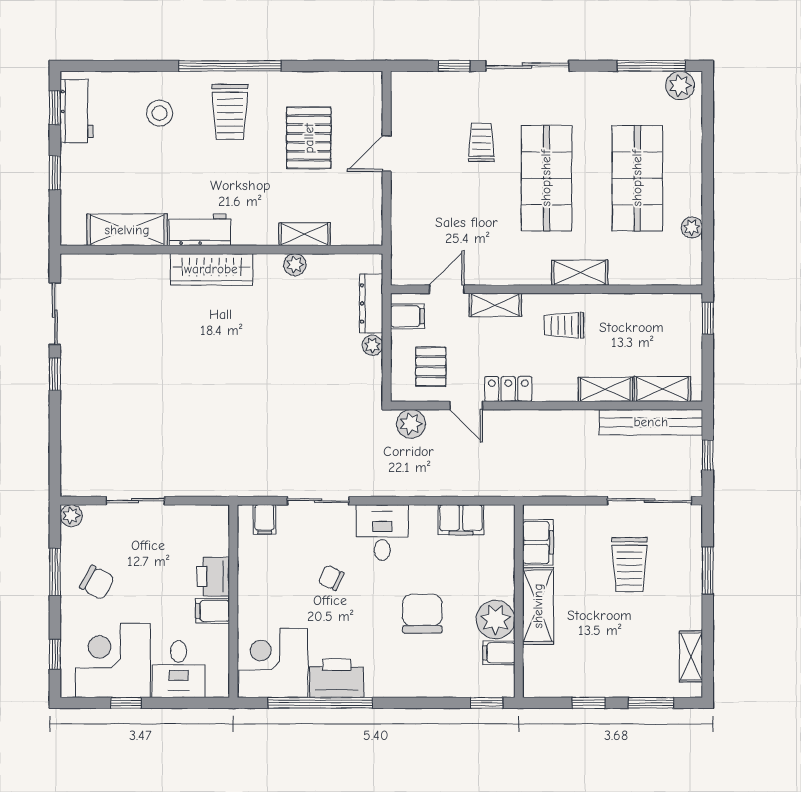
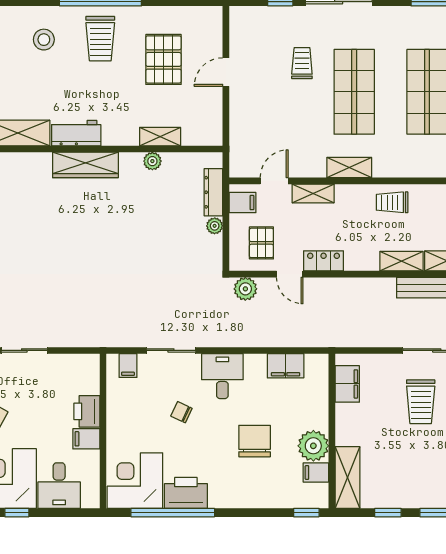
shelving: (580, 273) -> (349, 168), moved
trolley: (564, 325) -> (392, 202), moved
shelving: (538, 606) -> (347, 477), moved

